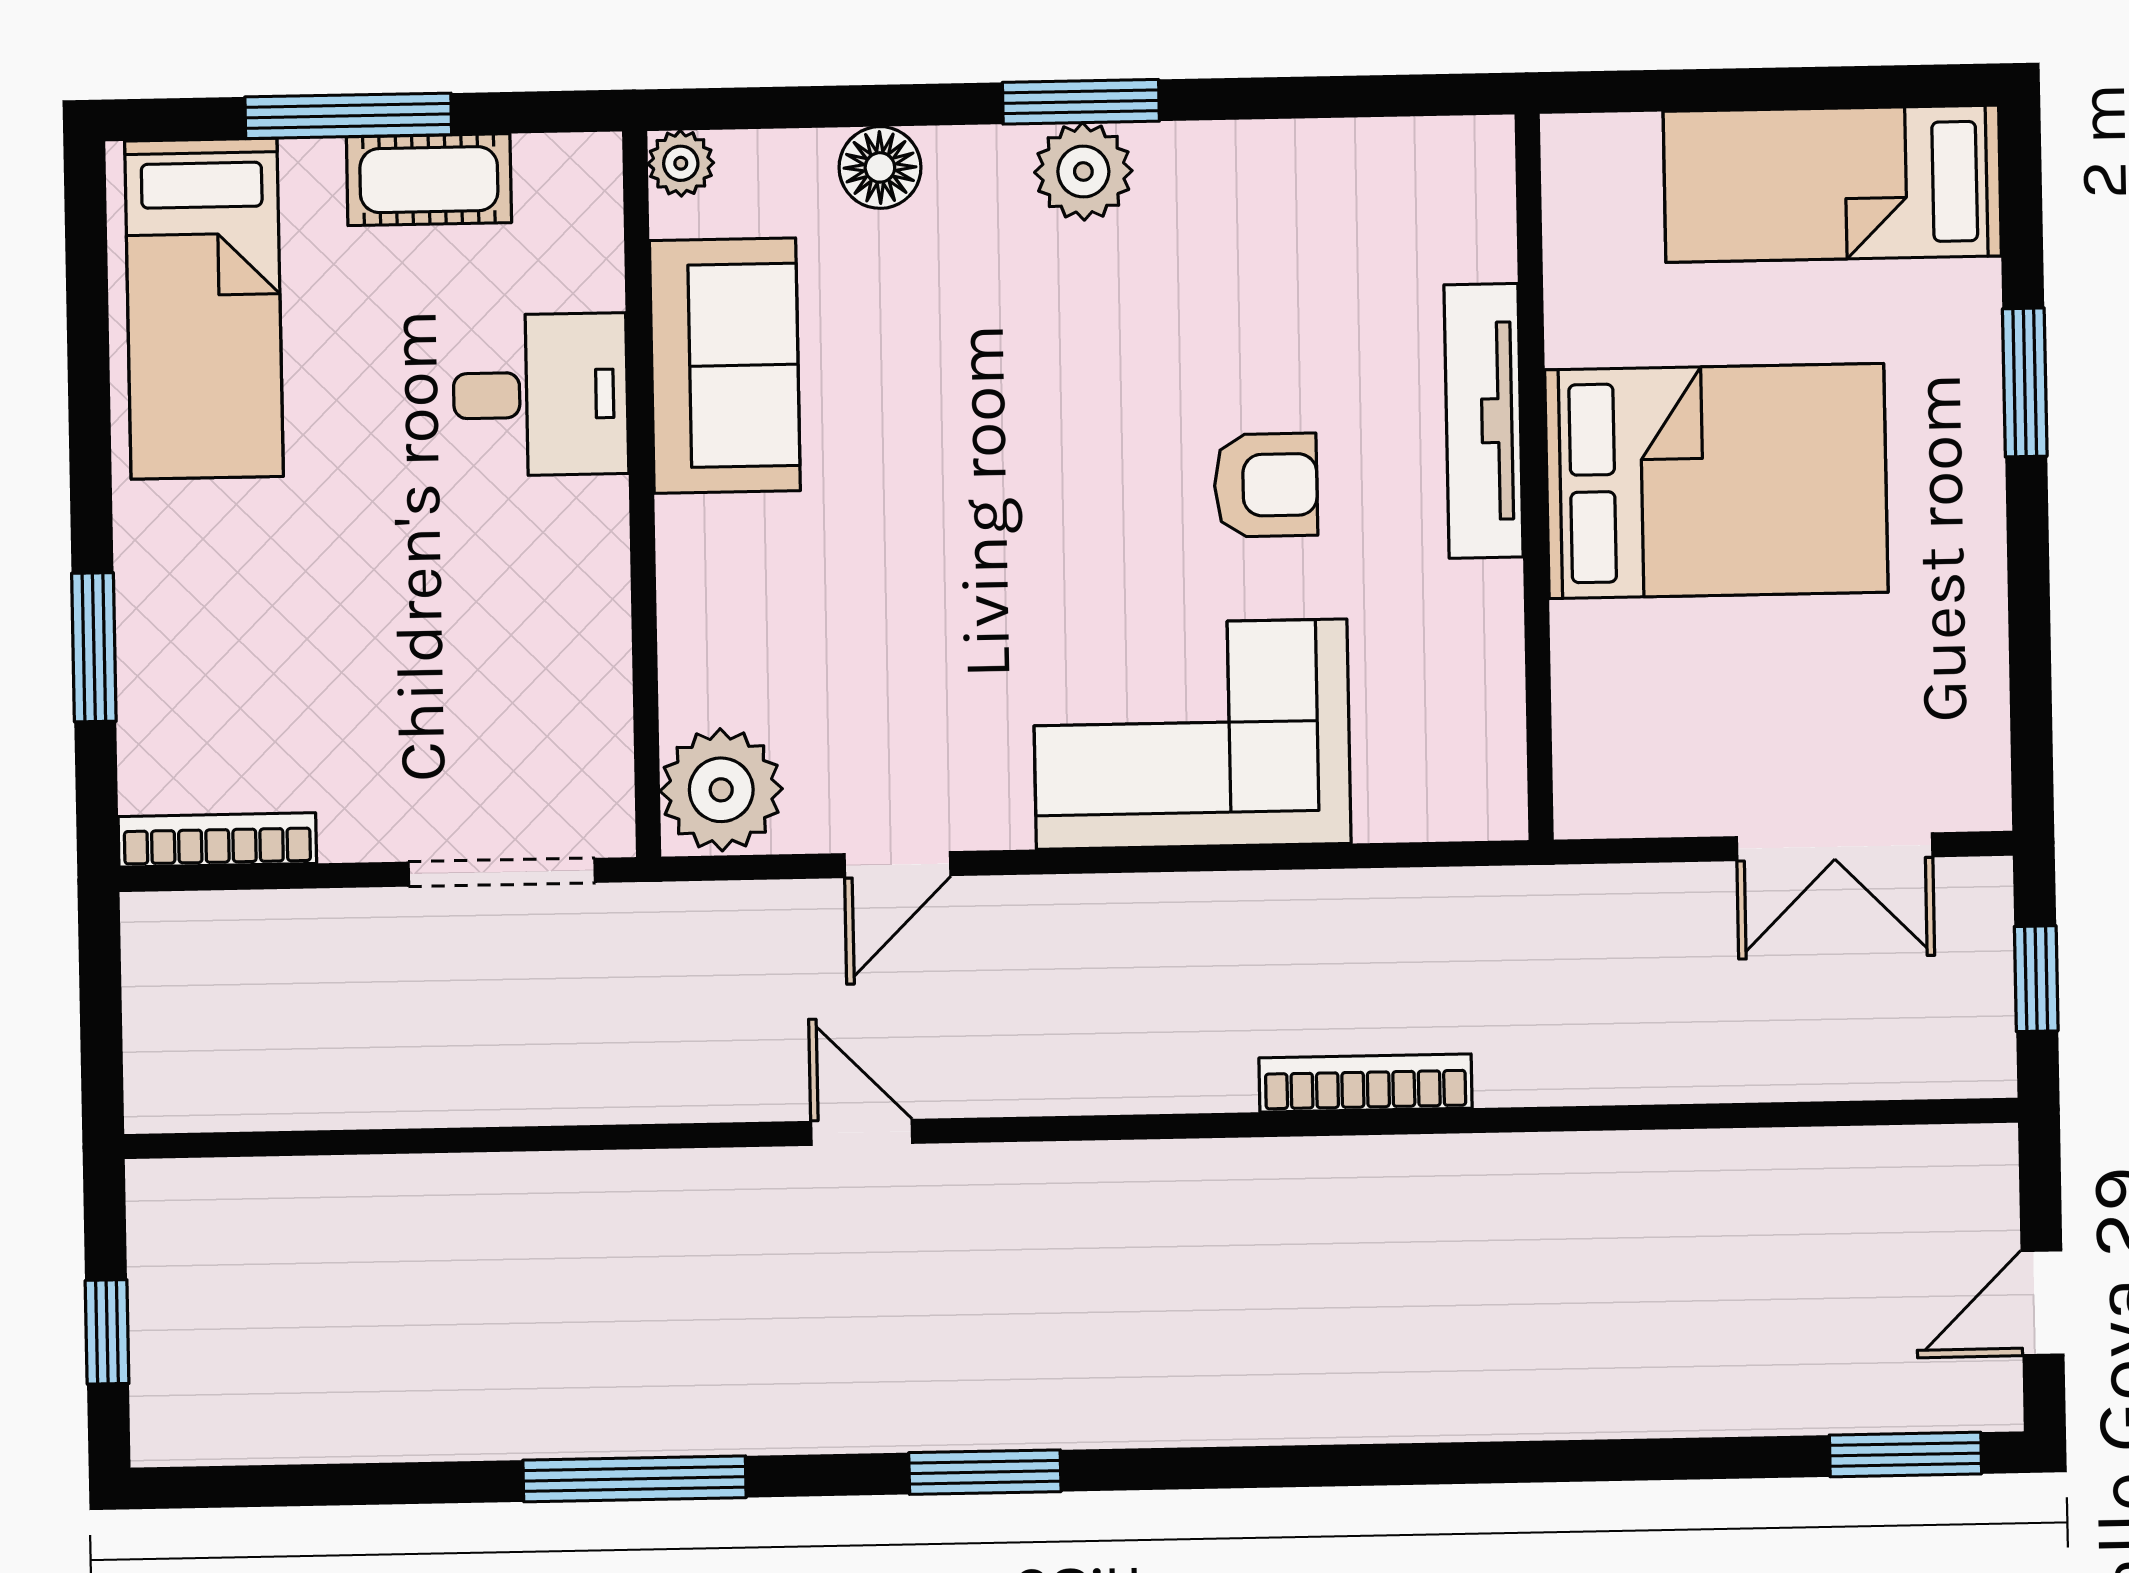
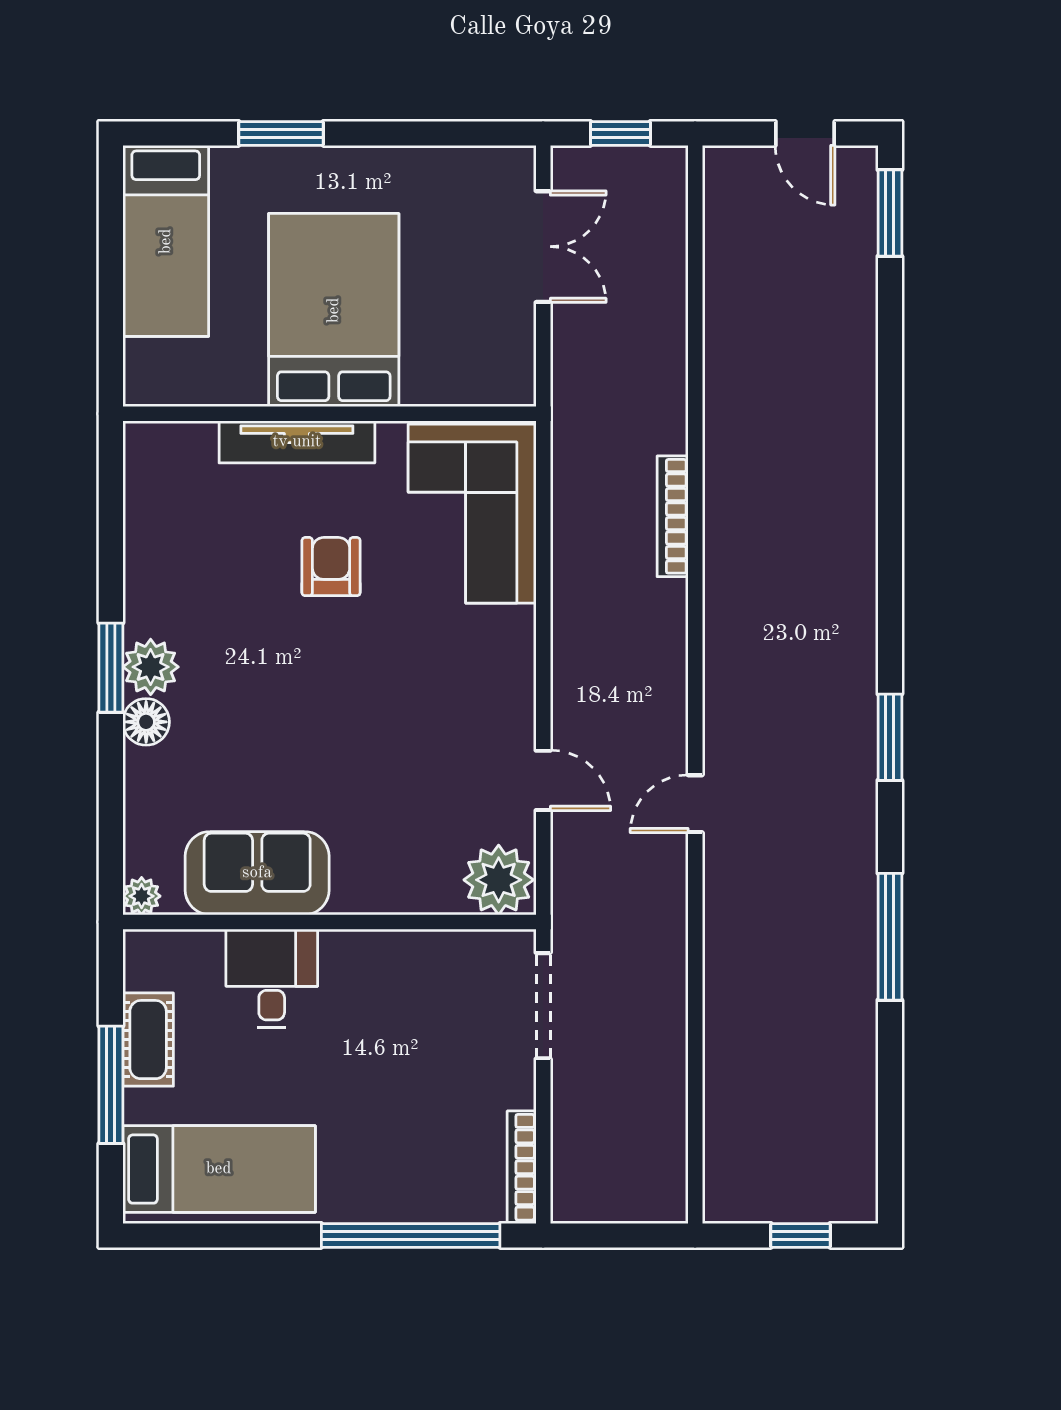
floor lamp: (880, 167) -> (146, 722), moved
window: (94, 647) -> (411, 1235), width x2.11
corner sofa: (1192, 734) -> (472, 514), moved

